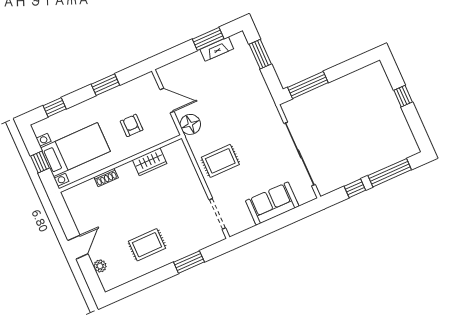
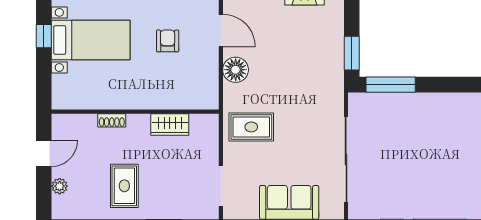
window: (260, 54) -> (352, 53), moved
wardrobe: (150, 162) -> (170, 125), moved
wall: (120, 164) -> (135, 112), moved
shoe rack: (106, 177) -> (112, 120), moved
rug: (147, 245) -> (124, 186), turned 90

